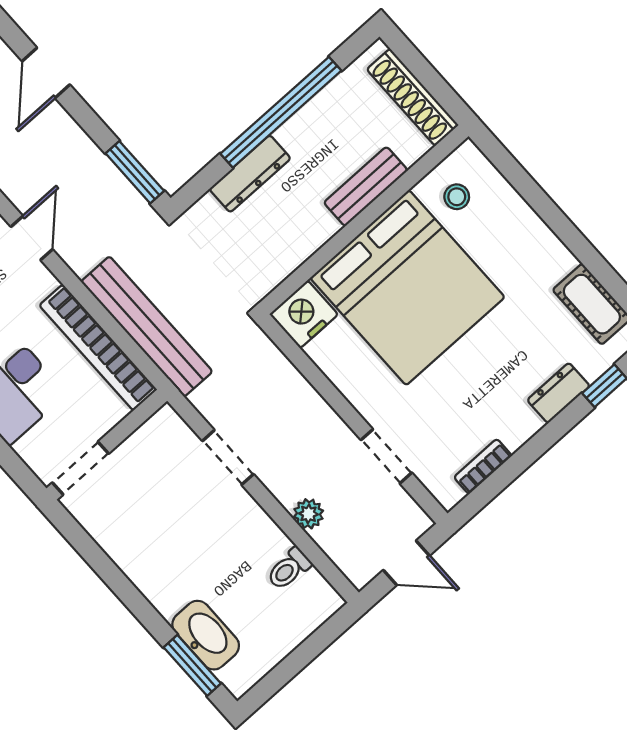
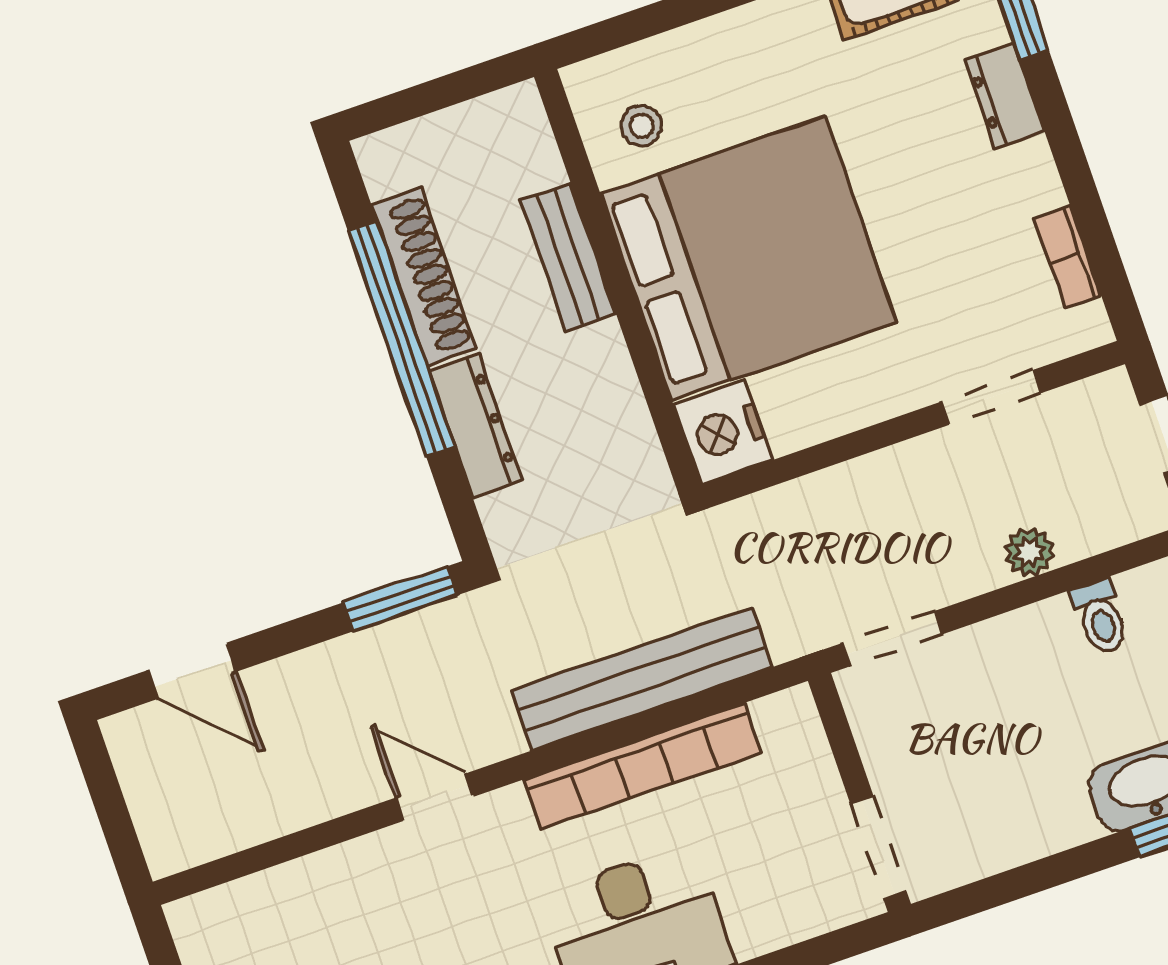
shoe rack: (413, 97) -> (424, 277), moved, turned -90
wall: (107, 445) -> (859, 792), moved
doorway: (81, 468) -> (878, 847), moved

